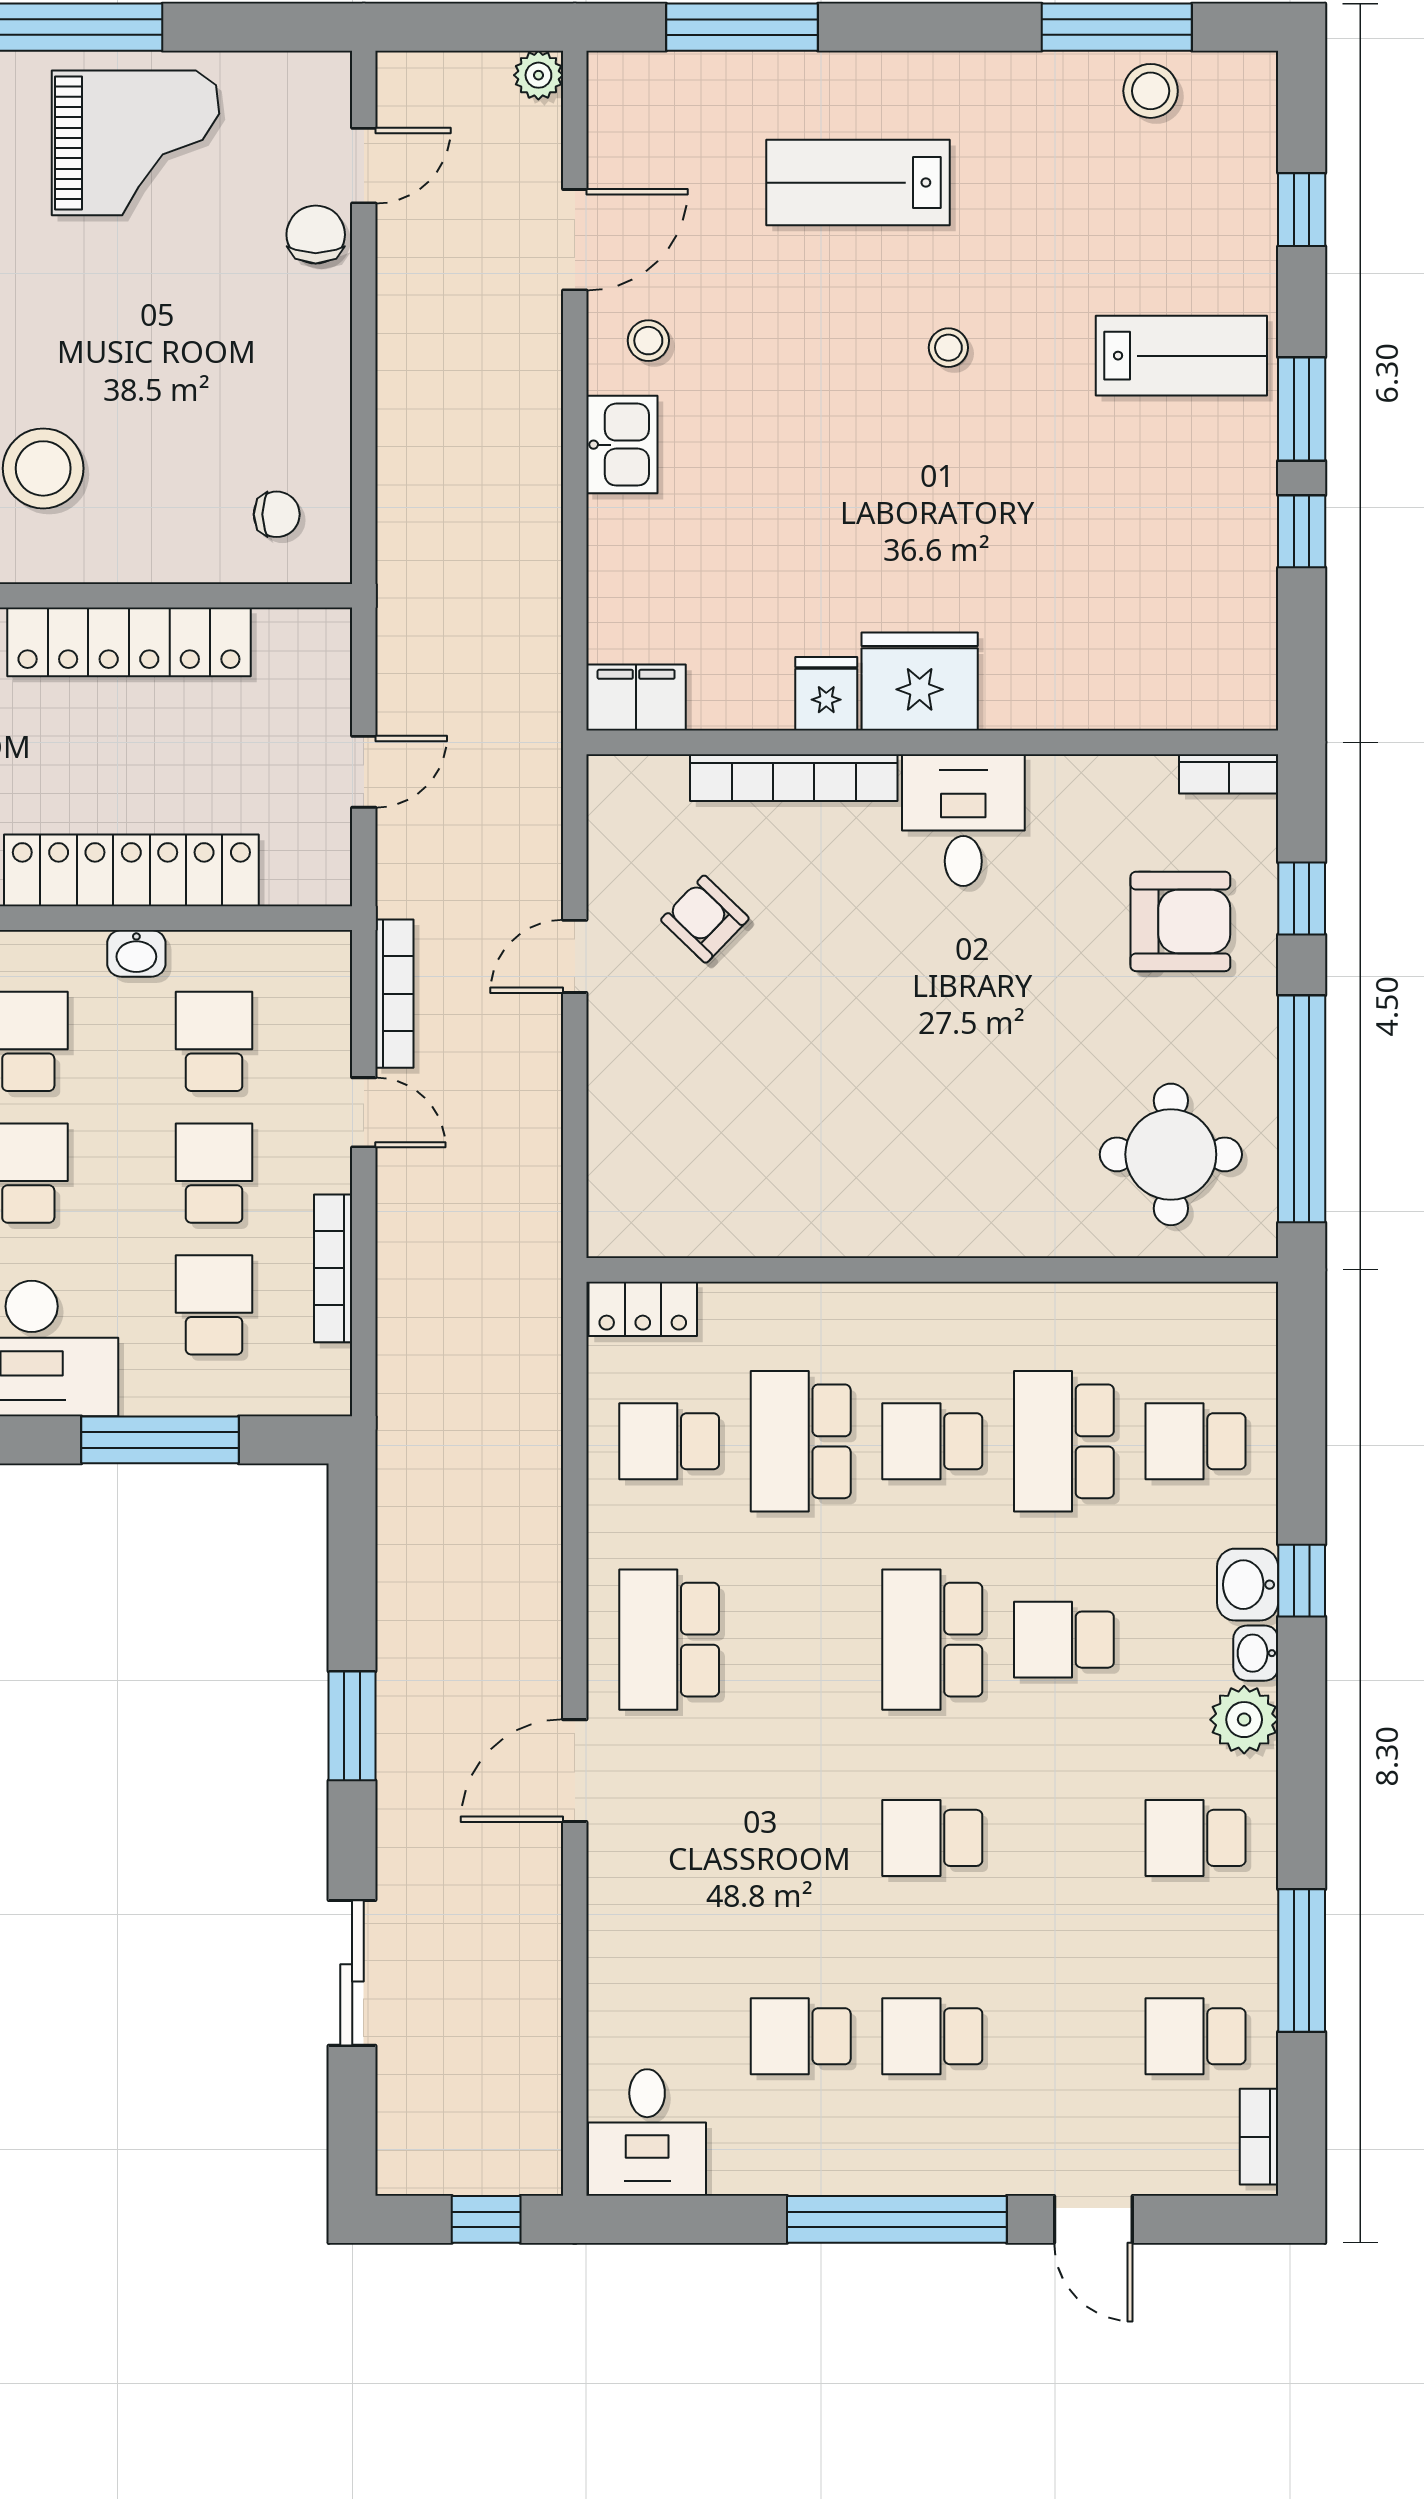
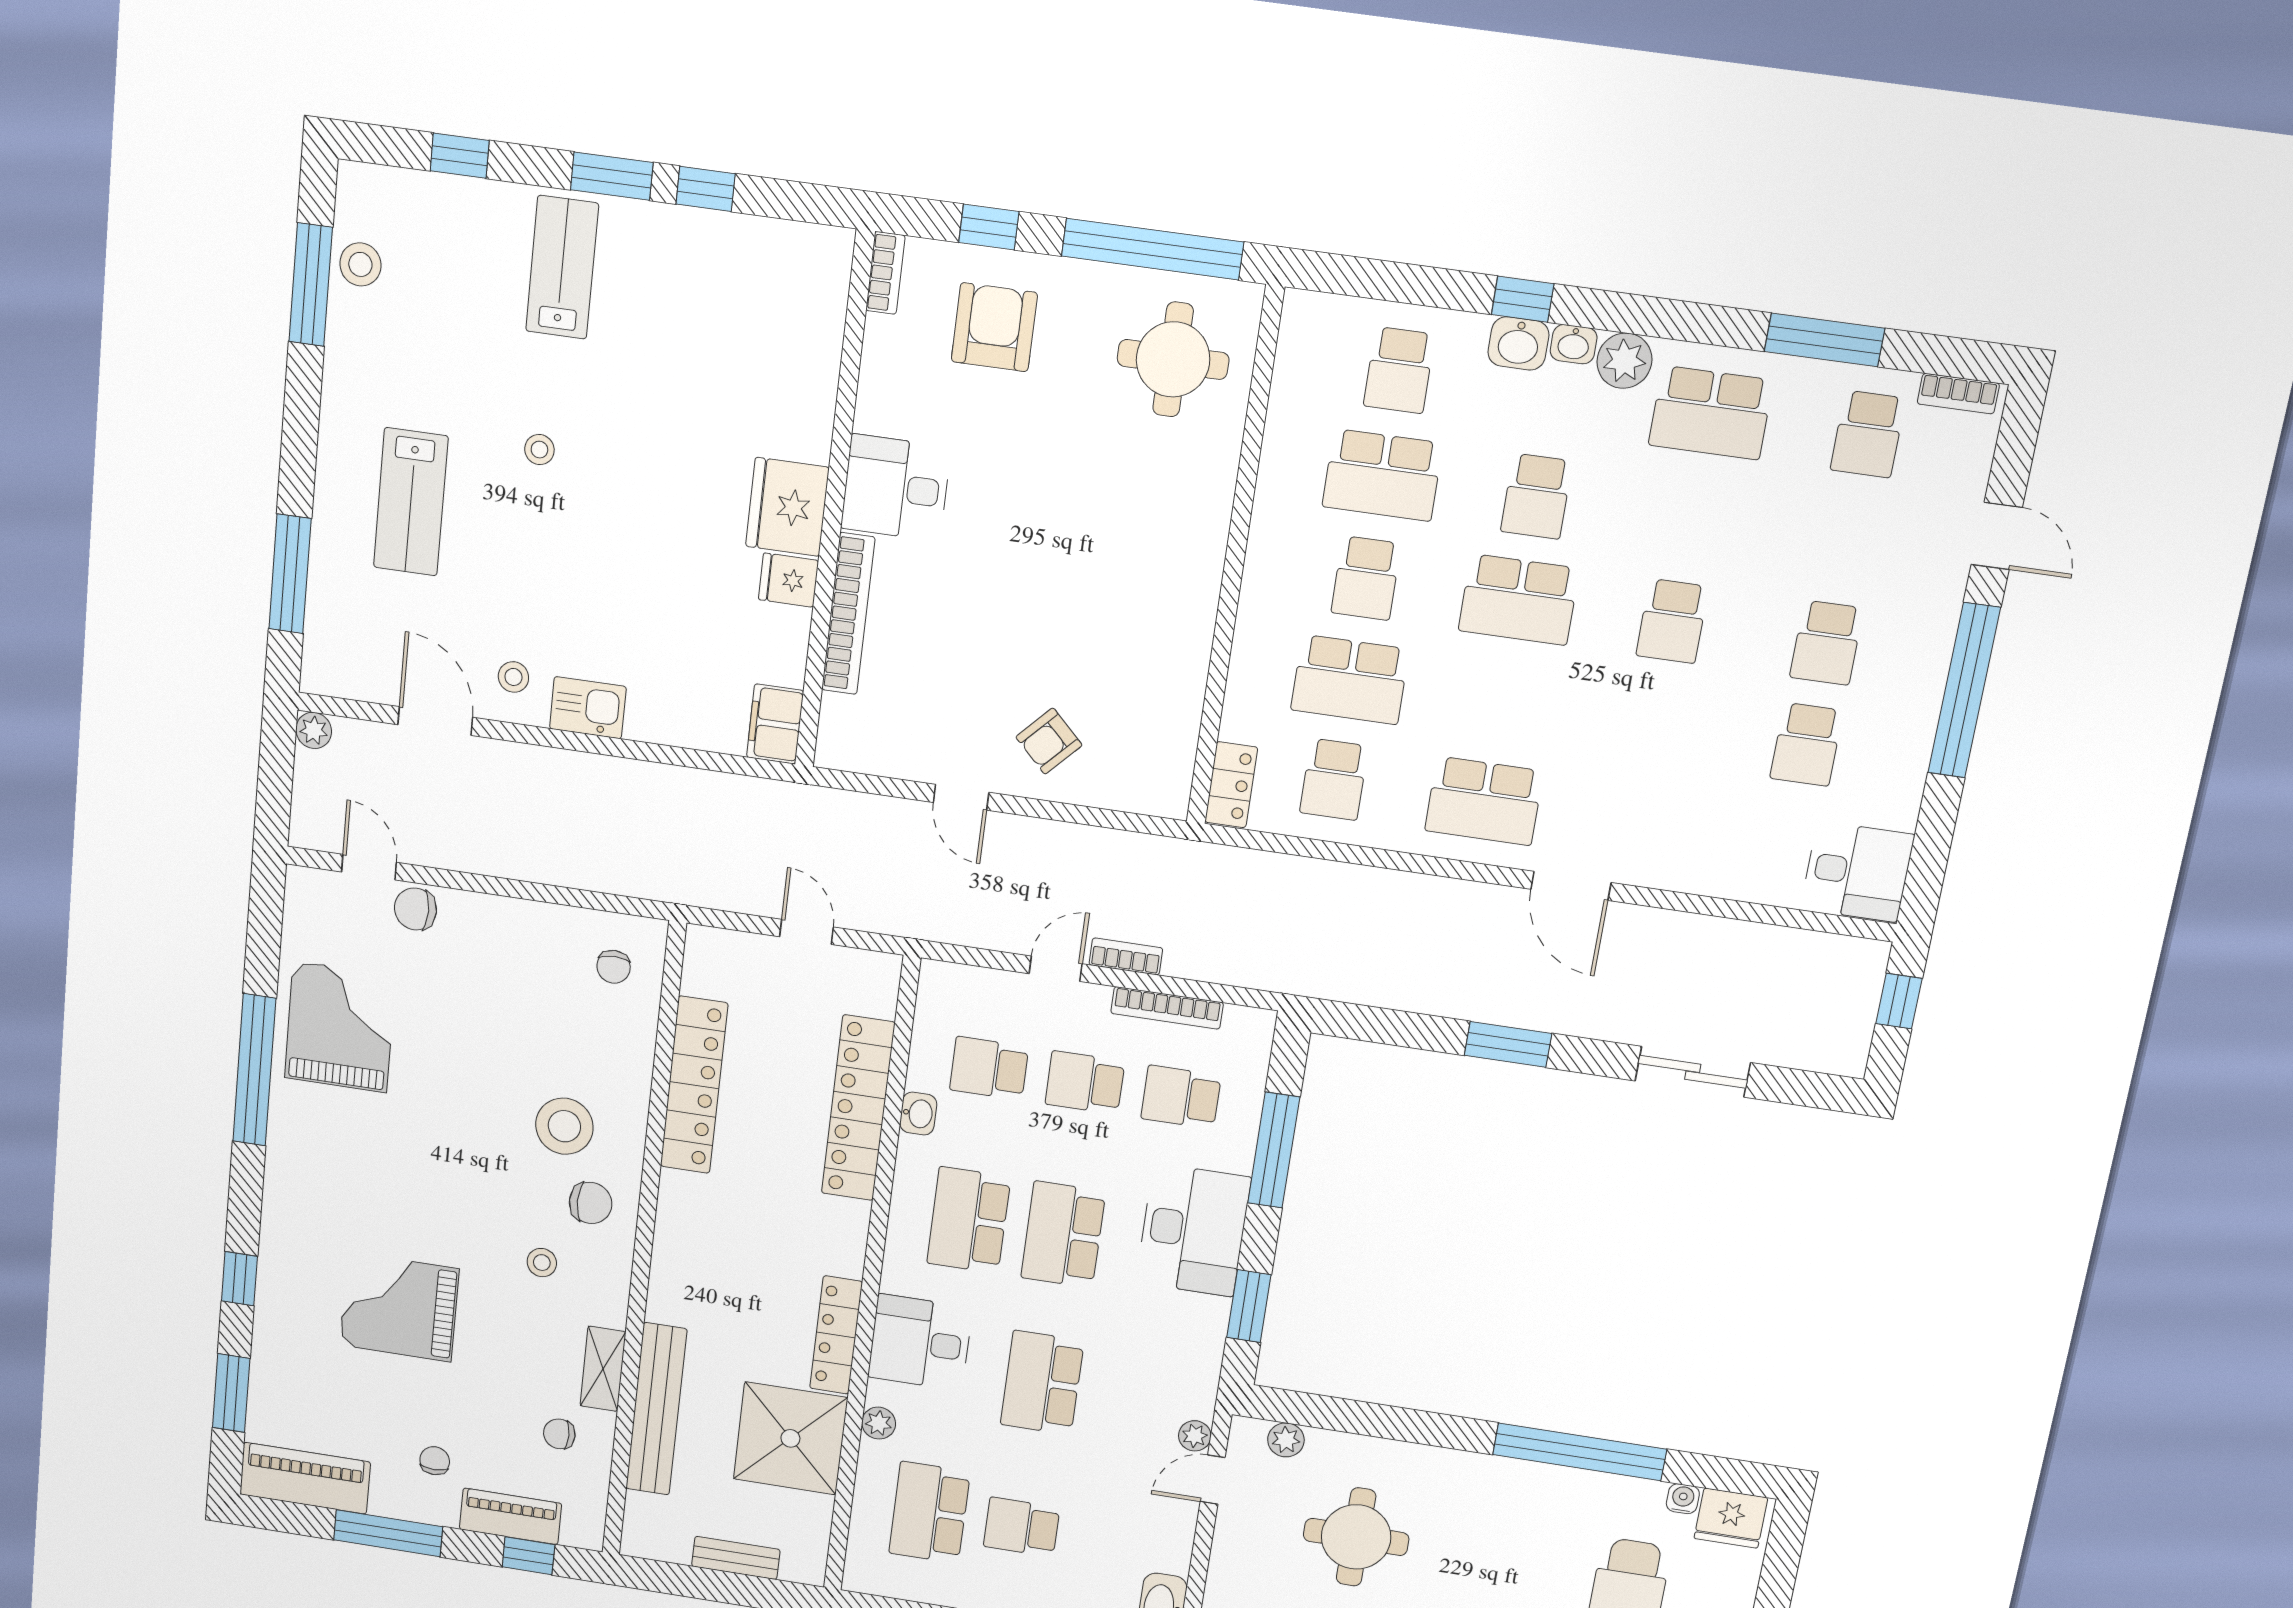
chair: (277, 514) -> (614, 967), turned 180
armchair: (705, 919) -> (1049, 741), moved
bookcase: (394, 994) -> (1126, 956), moved, width x0.64
school desk: (1196, 1838) -> (1711, 413), width x1.85
door: (1093, 2219) -> (1997, 536), hinge flipped

